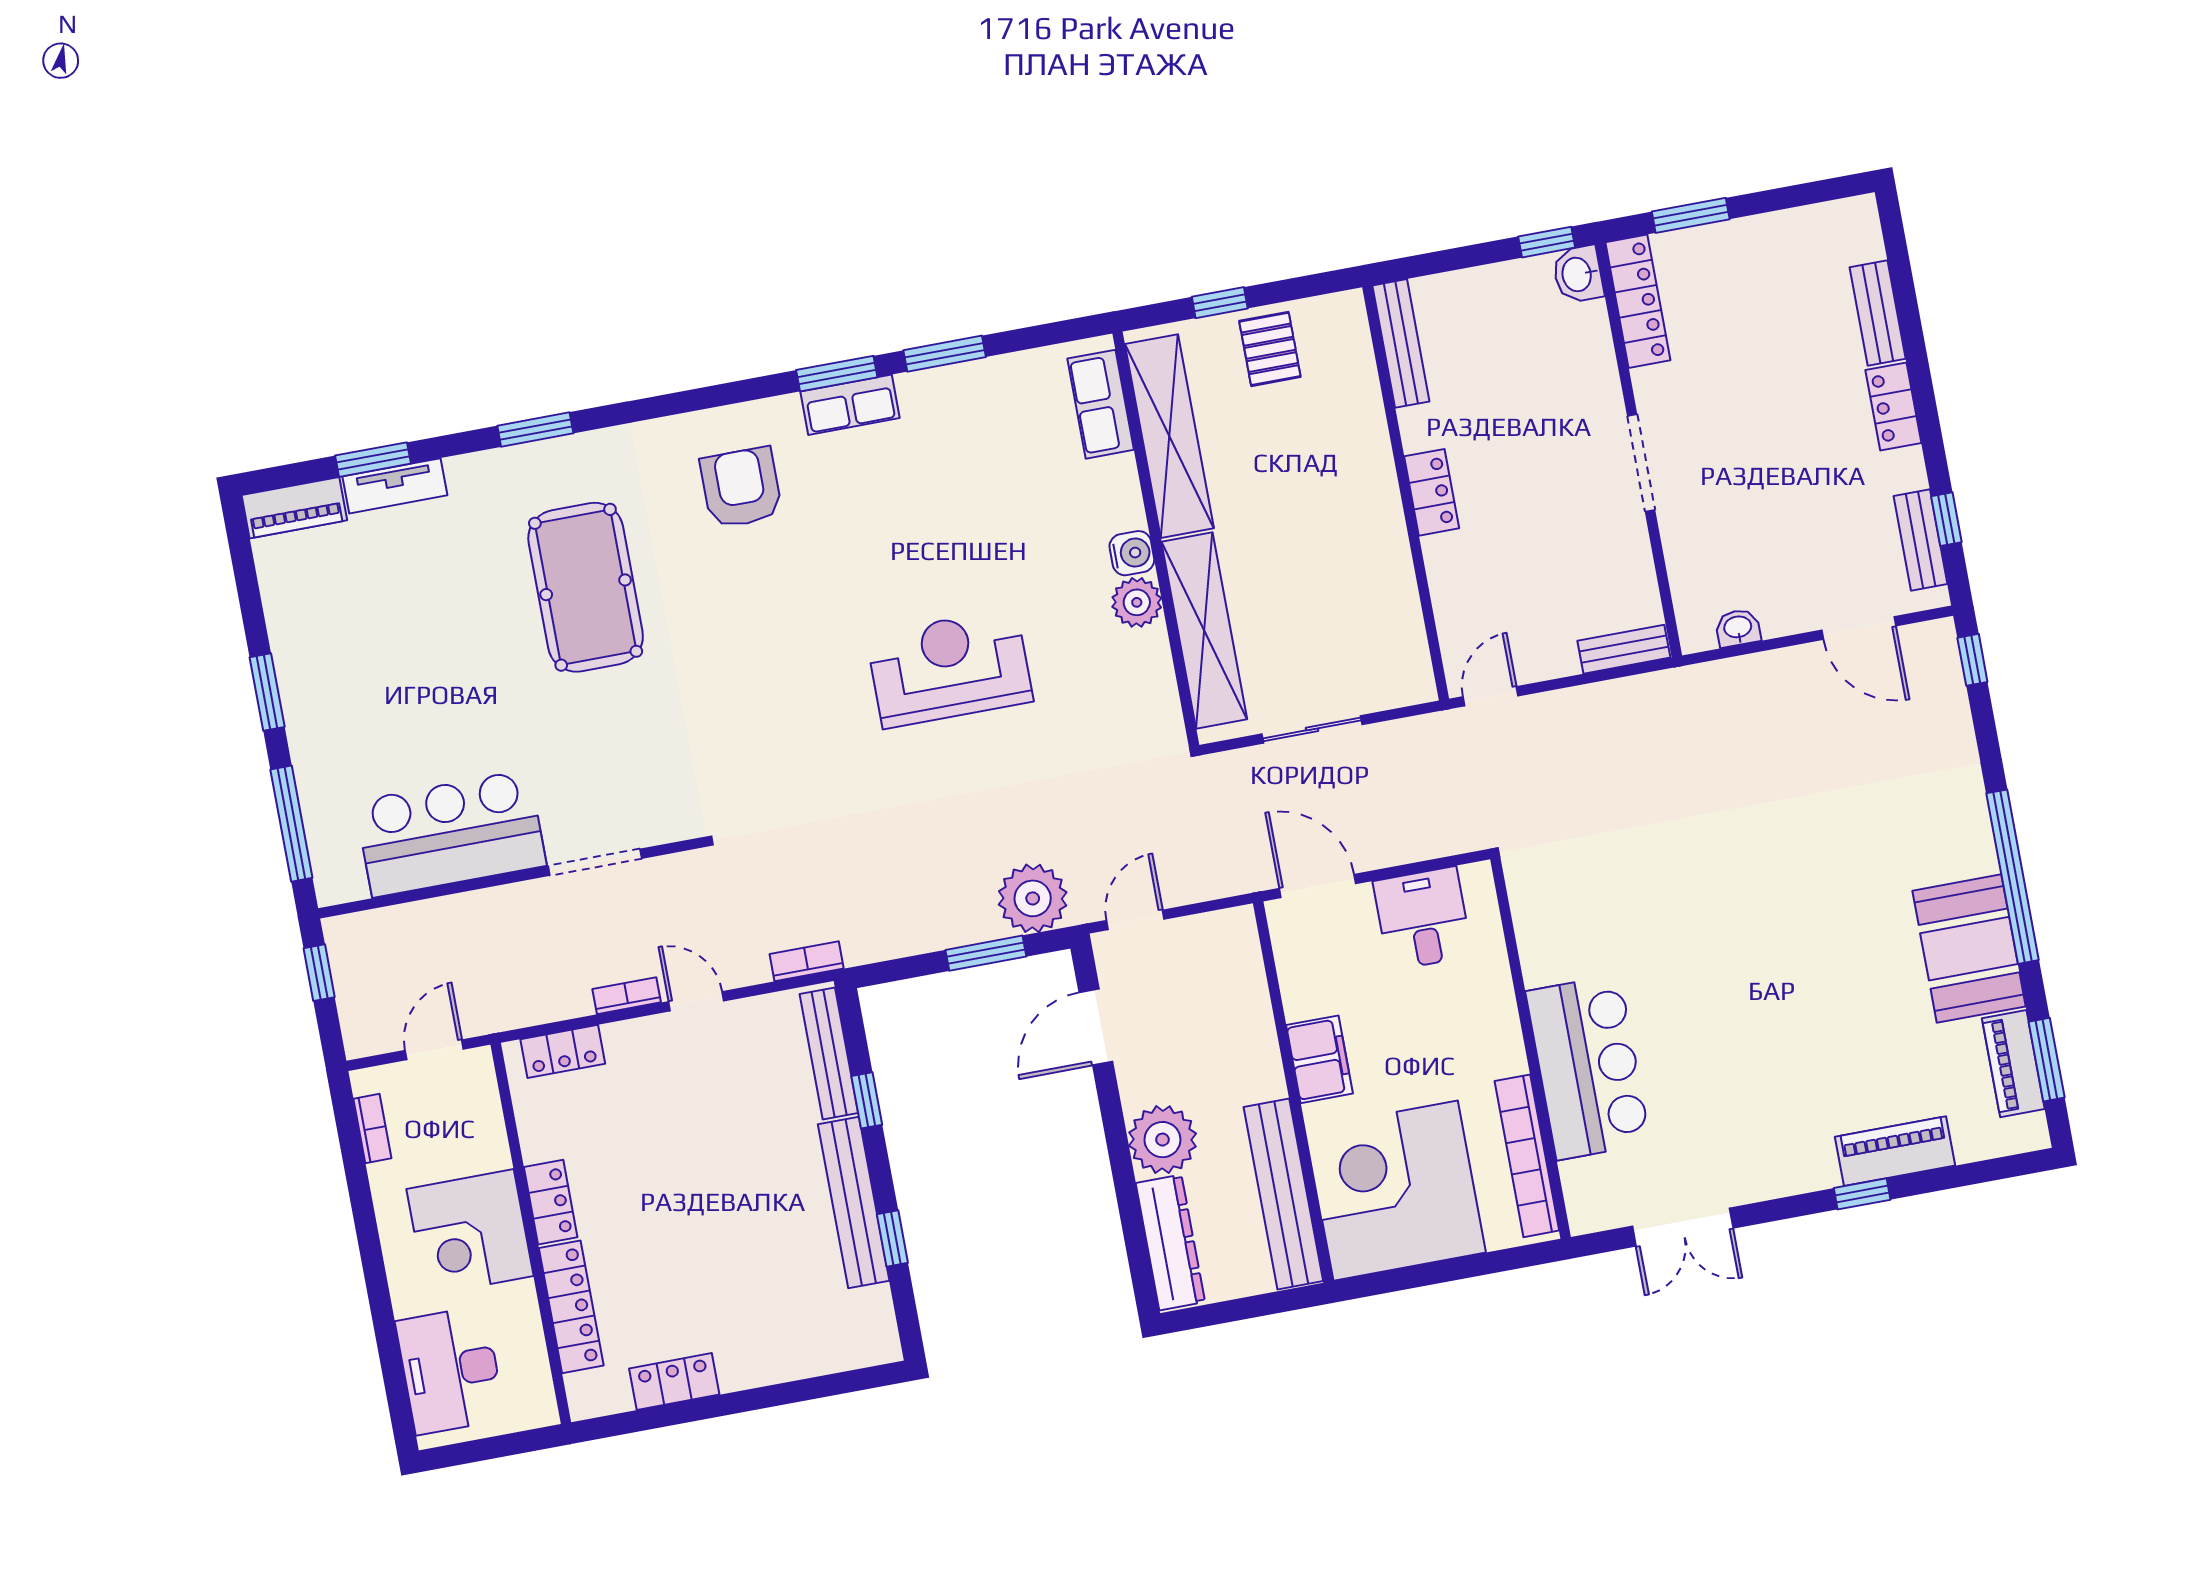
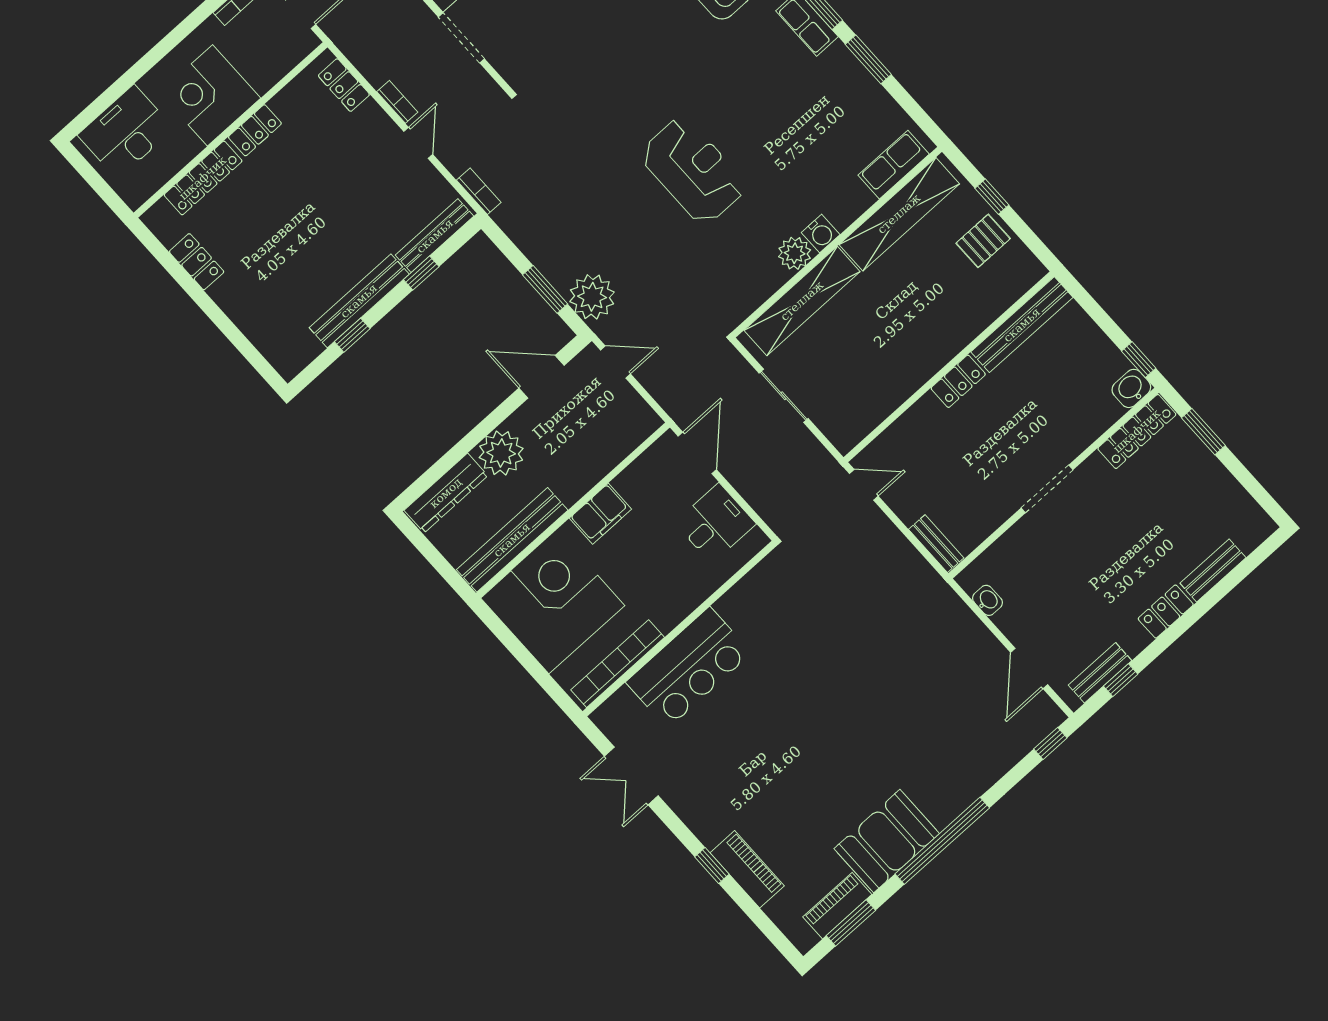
bench: (1401, 343) -> (1022, 325), width x1.37, depth x1.21

